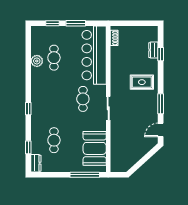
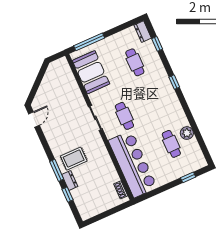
window: (76, 23) -> (165, 188), removed
dresser: (153, 50) -> (70, 180), moved
window: (161, 104) -> (57, 170), moved

